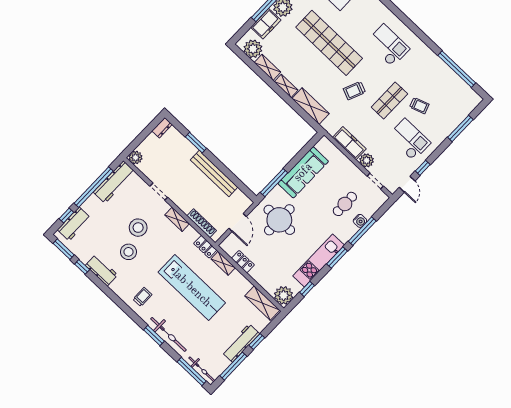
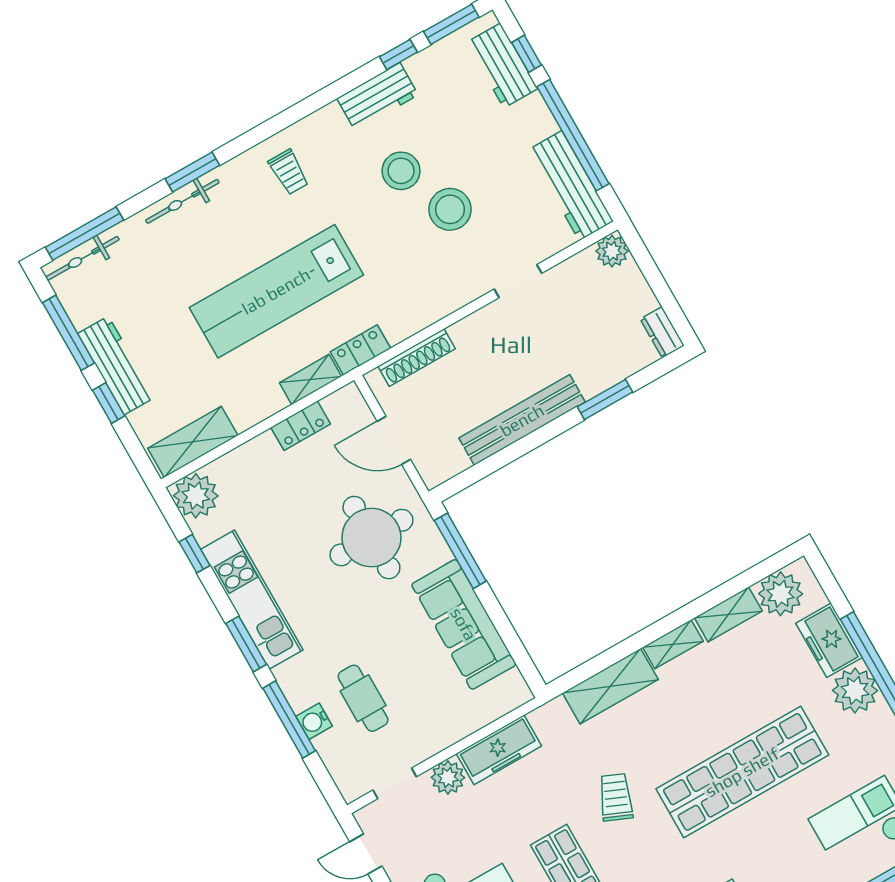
shelving: (177, 219) -> (442, 304), removed
bicycle: (168, 334) -> (182, 201), width x0.73, depth x0.71

